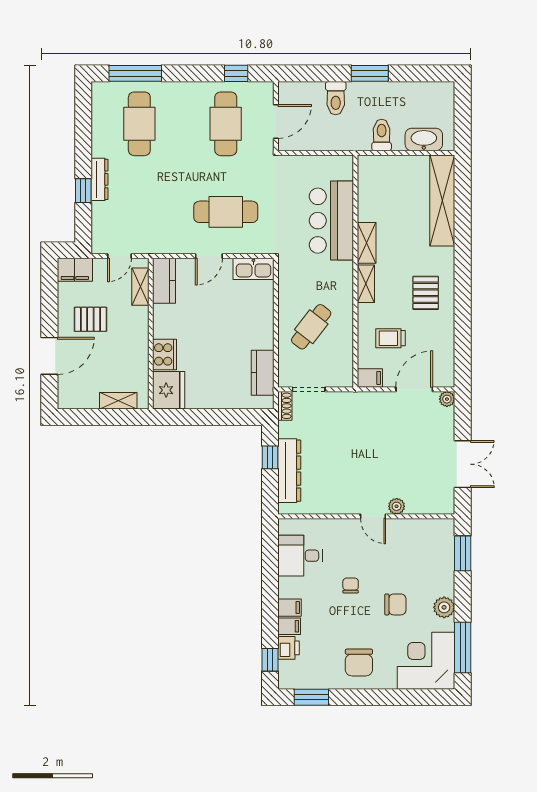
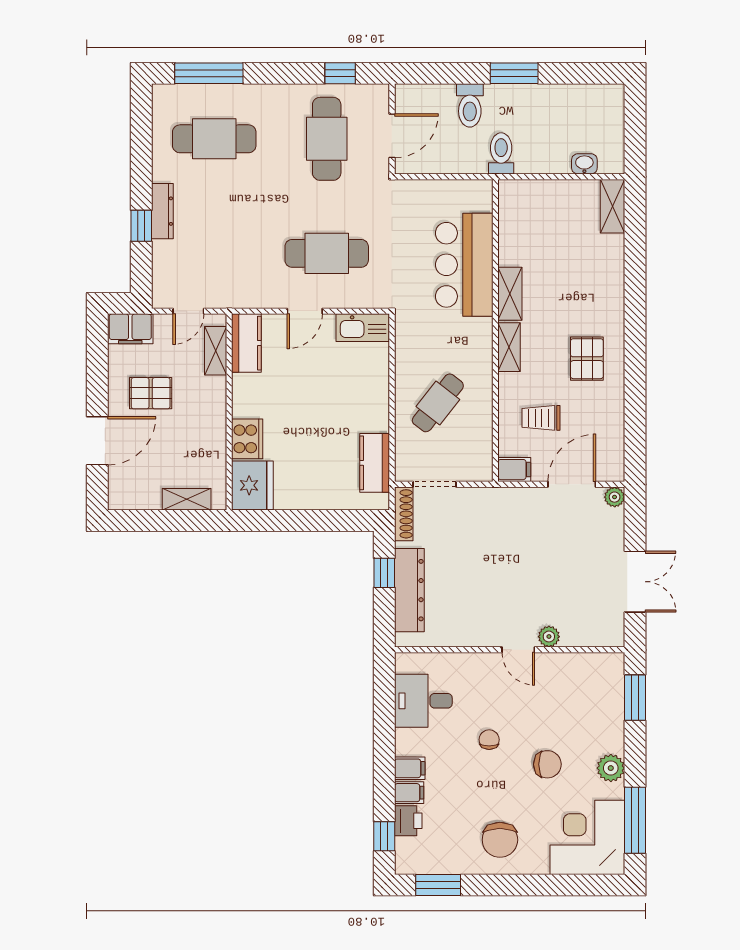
cafe table: (139, 124) -> (214, 139), turned 90
toilet: (382, 135) -> (501, 153), moved
washbasin: (424, 140) -> (584, 164), width x0.52, depth x0.69
shelving: (442, 200) -> (612, 206), width x0.45, depth x0.75
shoe rack: (285, 406) -> (404, 514), width x1.43

